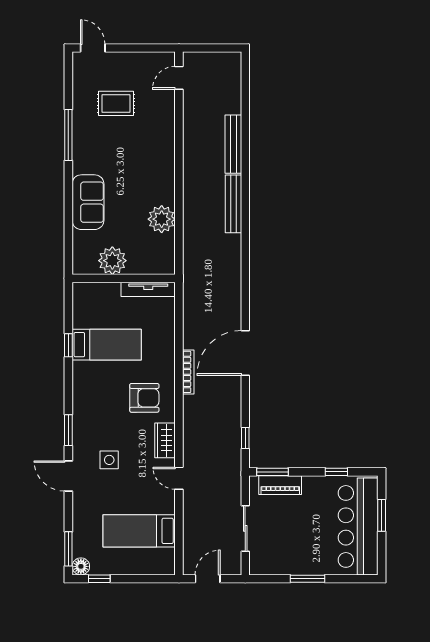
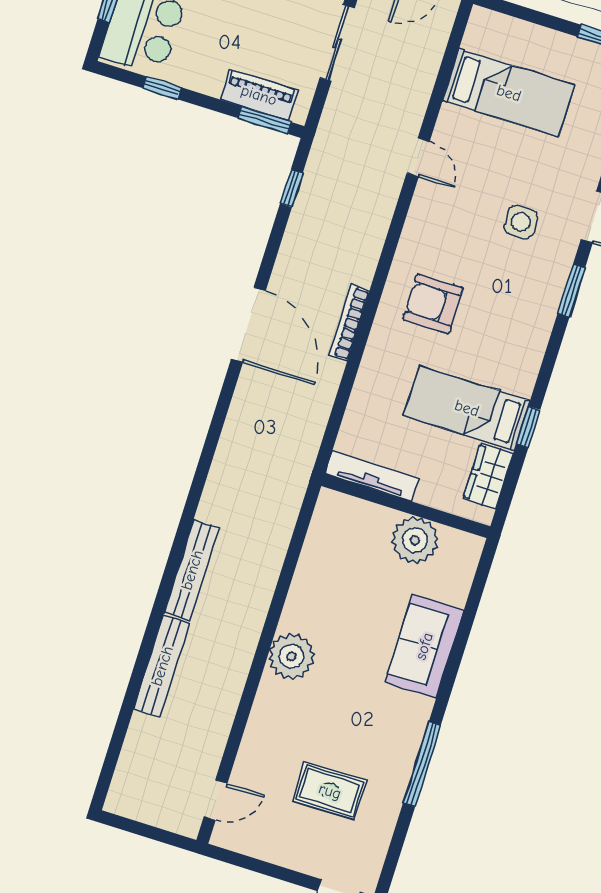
plant: (162, 219) -> (291, 656), moved
door: (245, 353) -> (248, 325), hinge flipped
wardrobe: (165, 440) -> (488, 476), moved, turned 180

